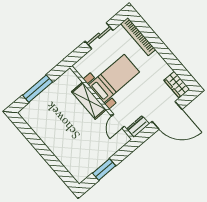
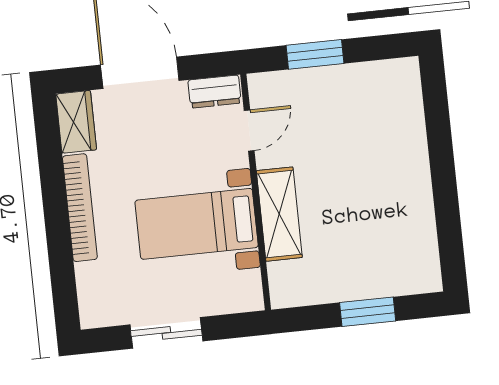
bookcase: (138, 37) -> (80, 208), moved
window: (38, 89) -> (368, 312), width x0.69
window: (104, 169) -> (315, 54), moved

